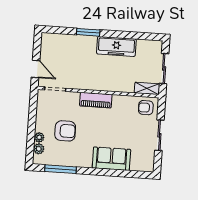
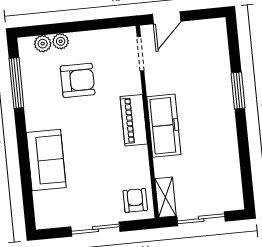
freezer: (116, 46) -> (164, 126), moved, turned 180
armchair: (65, 131) -> (78, 80), turned -90

